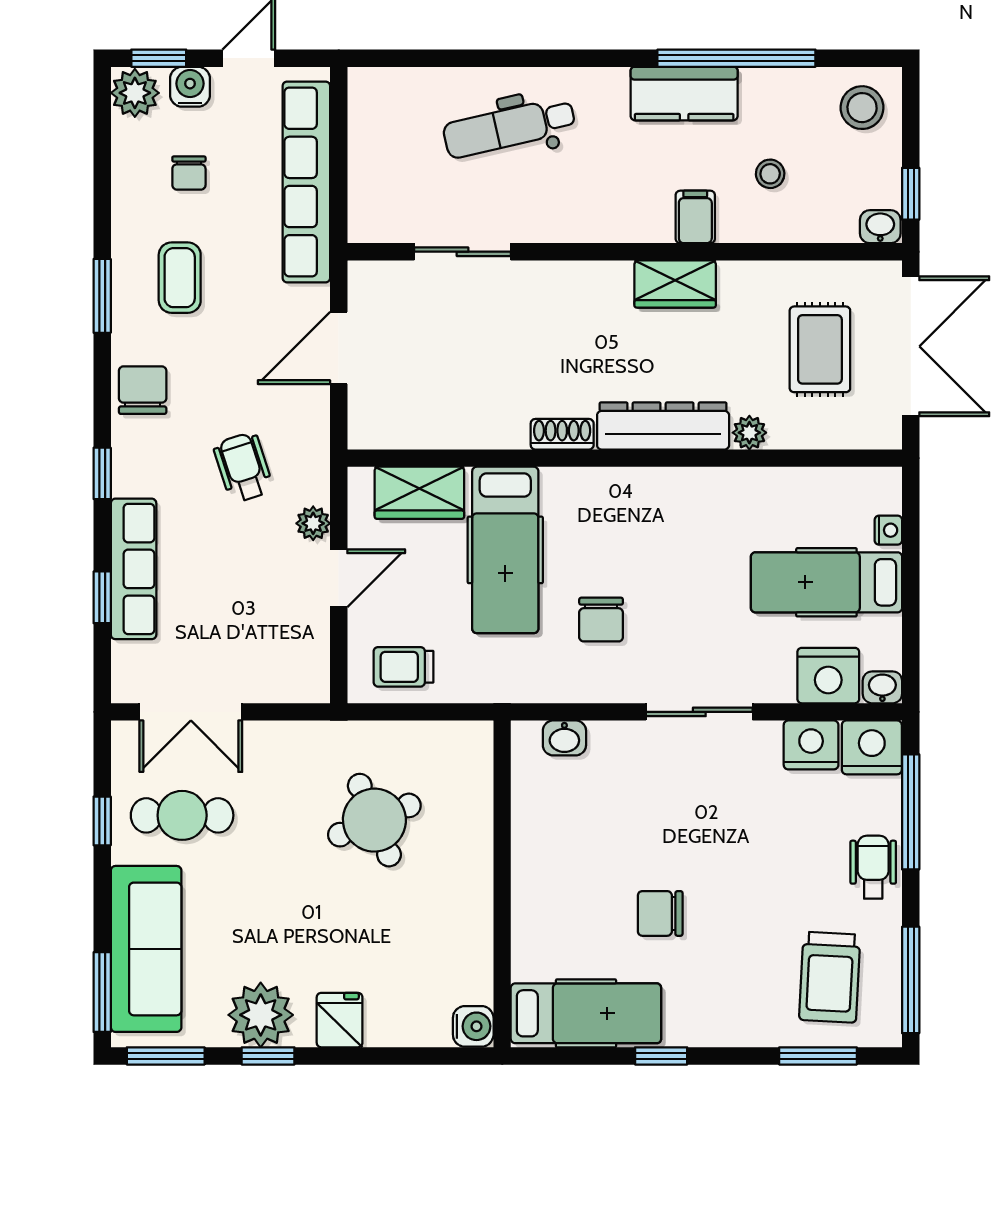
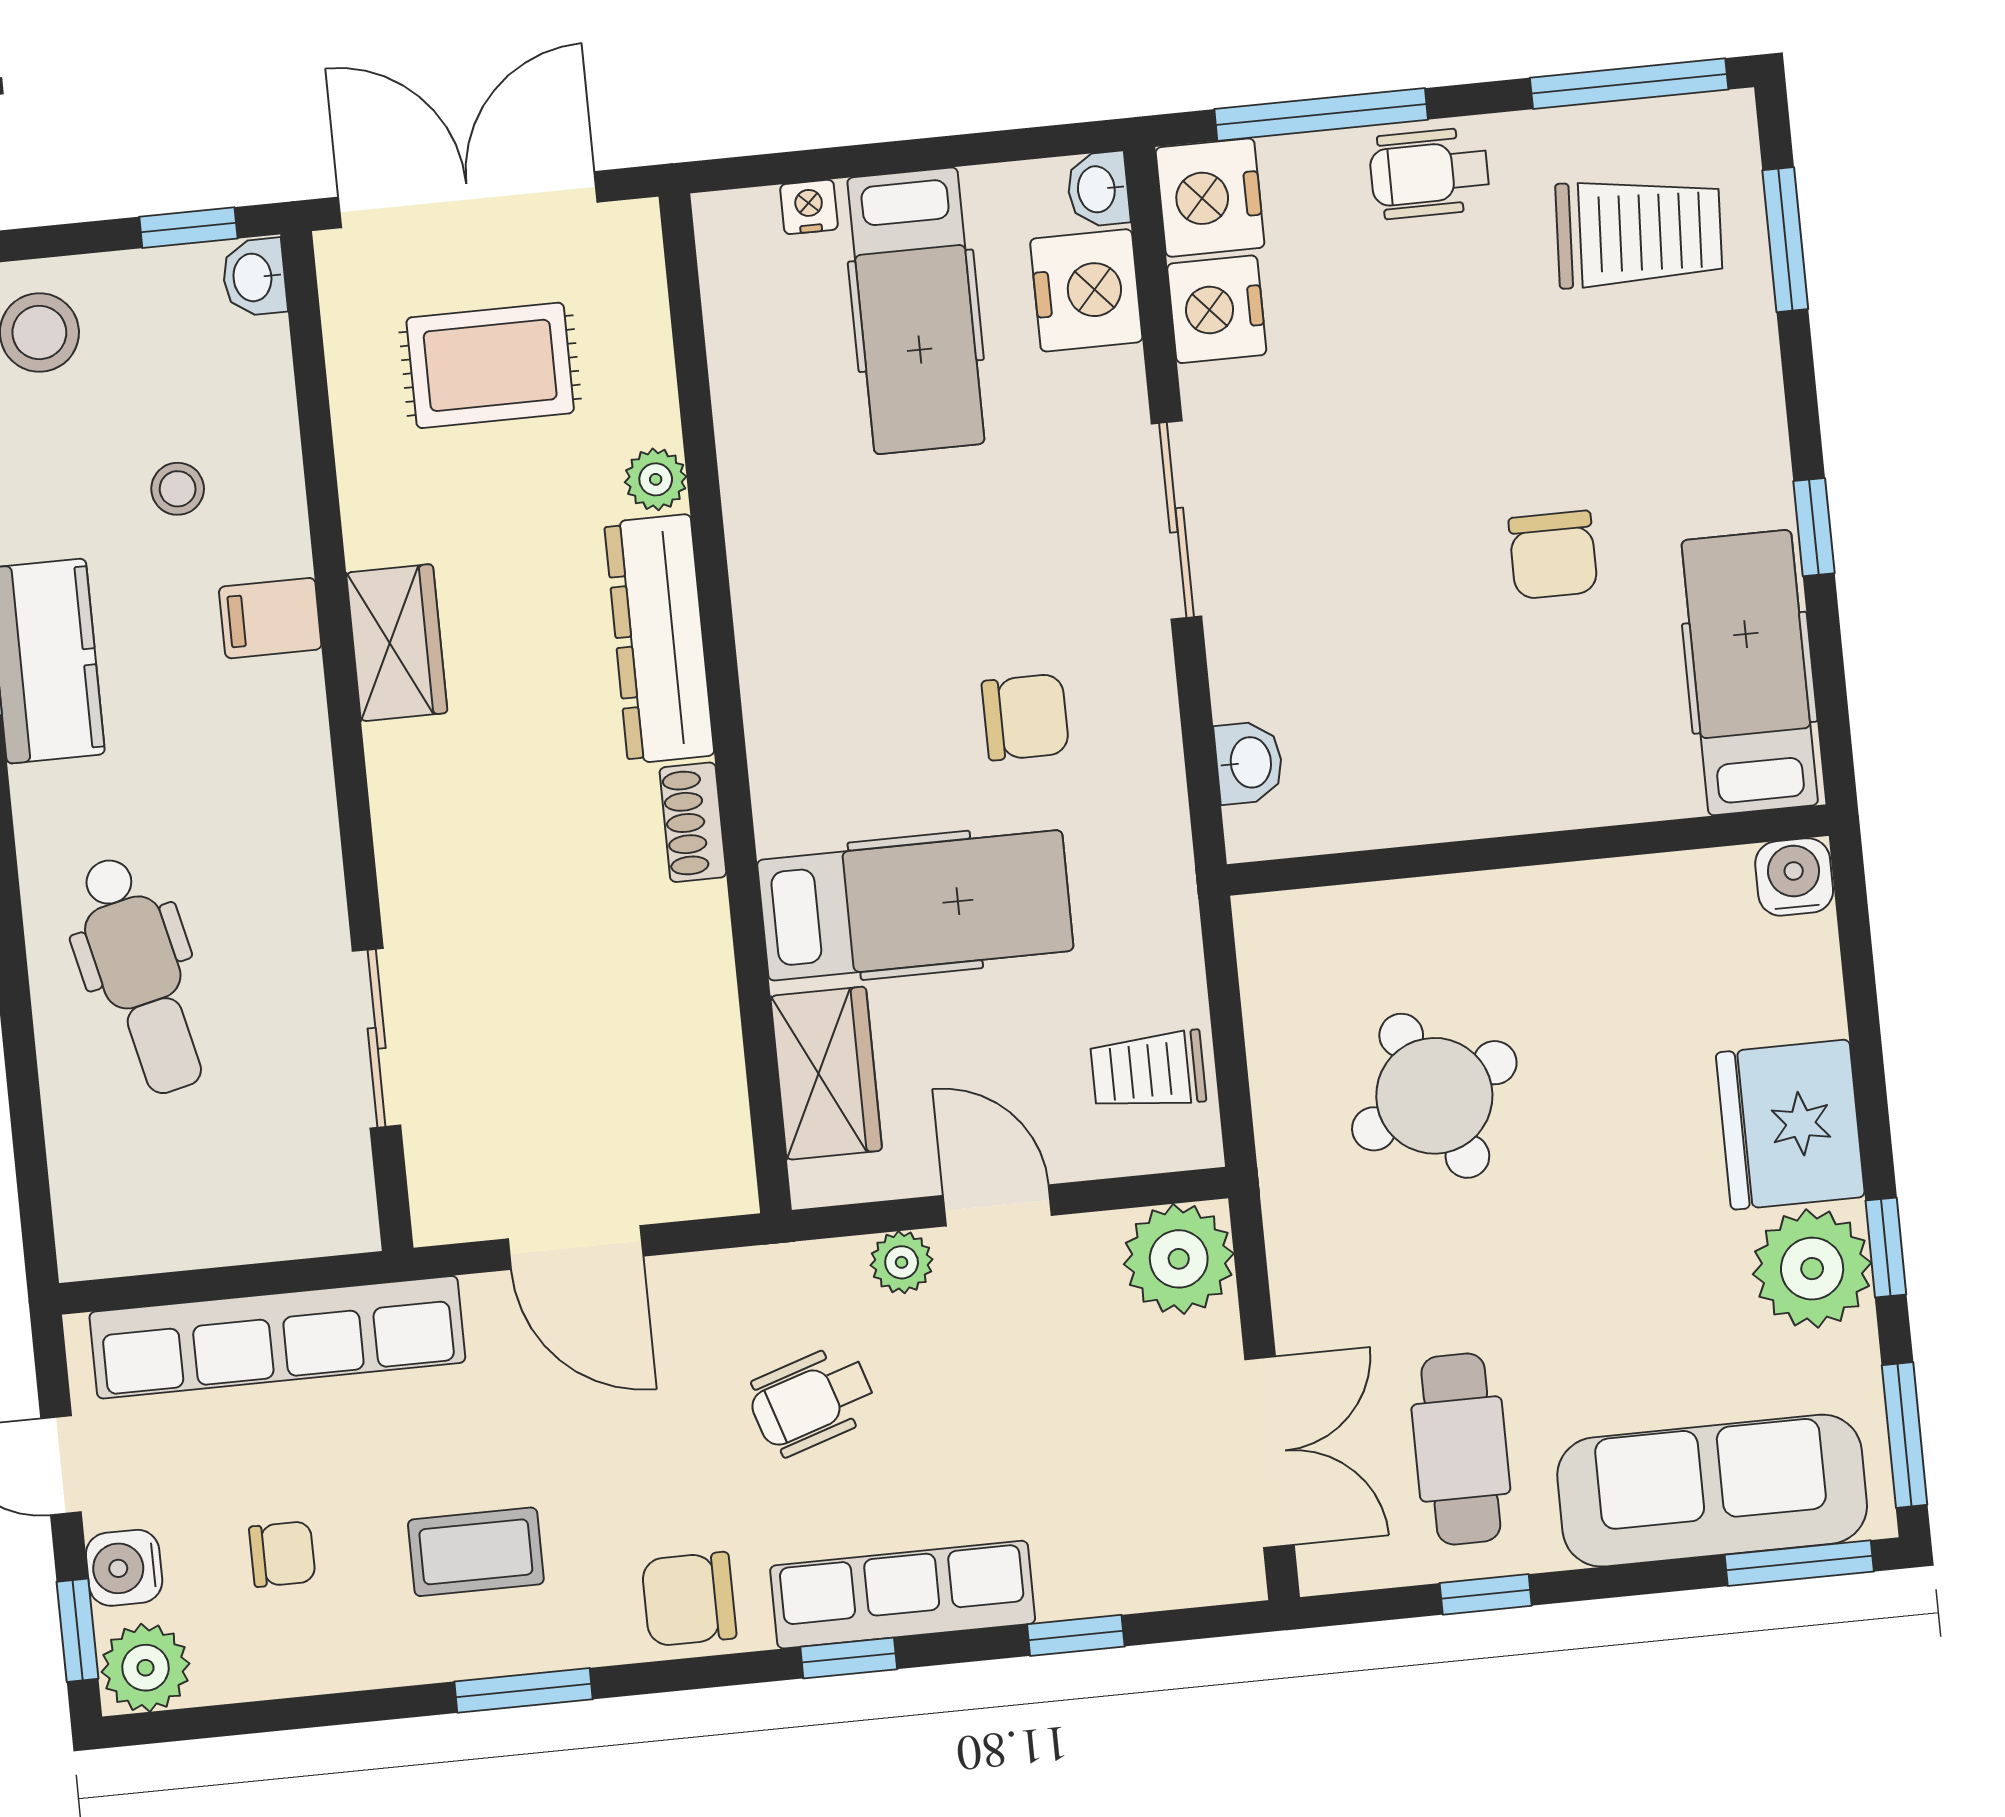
row of seats: (134, 569) -> (903, 1595), moved
trolley: (403, 667) -> (1148, 1071), turned 90
plant: (300, 673) -> (1179, 1259), added
fridge: (340, 1020) -> (1790, 1125), width x1.88, depth x1.34

